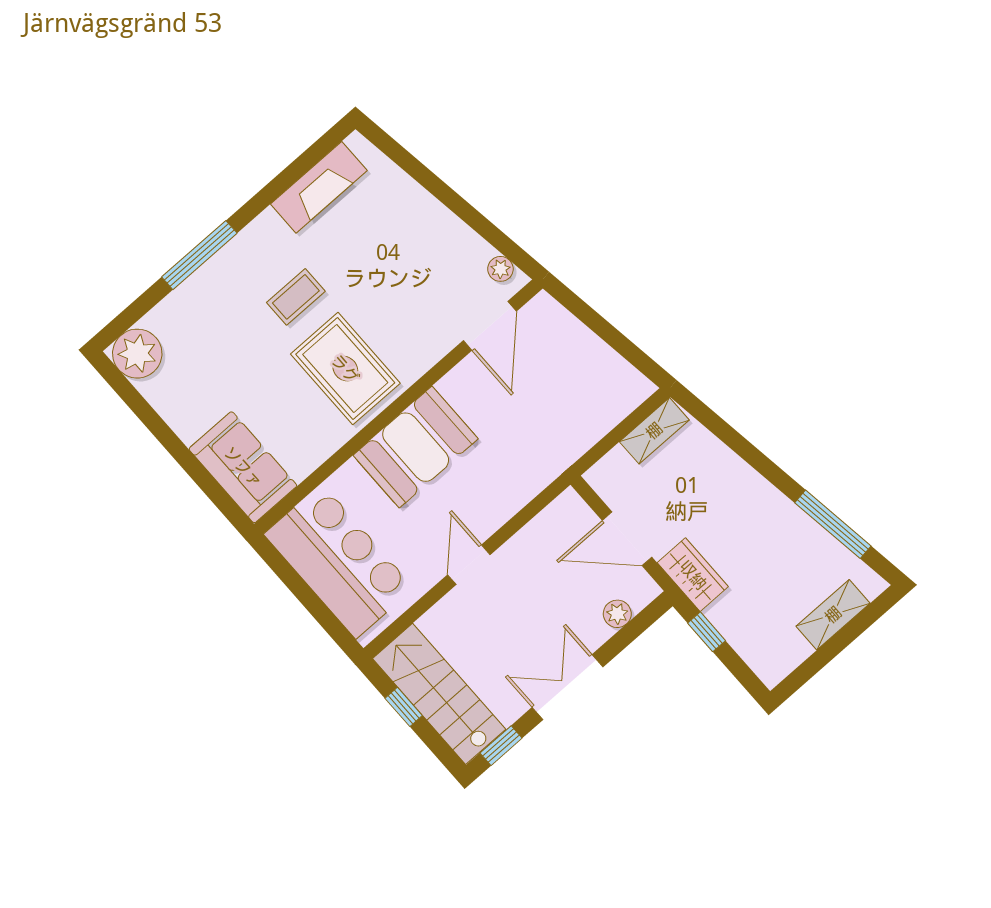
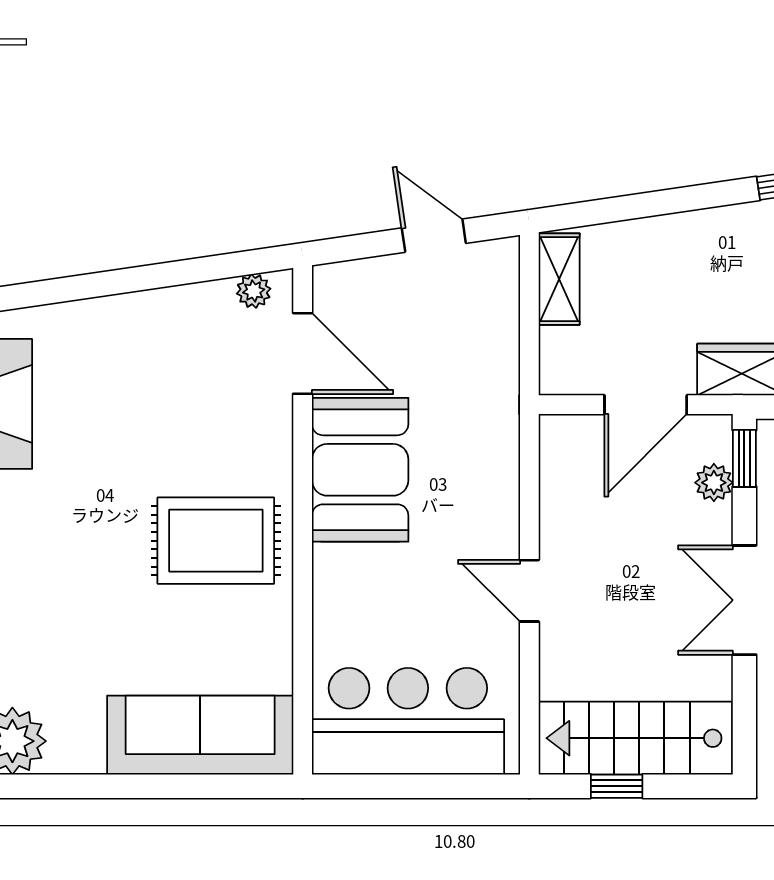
coffee table: (296, 297) -> (97, 527), removed
door: (618, 341) -> (434, 236), added
booth: (416, 447) -> (360, 470), moved
sofa: (243, 467) -> (200, 735), width x1.36
window: (501, 746) -> (744, 458), moved

